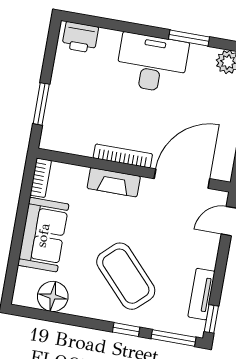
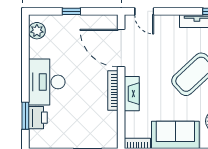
printer: (80, 37) -> (38, 118), moved
window: (189, 38) -> (25, 116), moved

